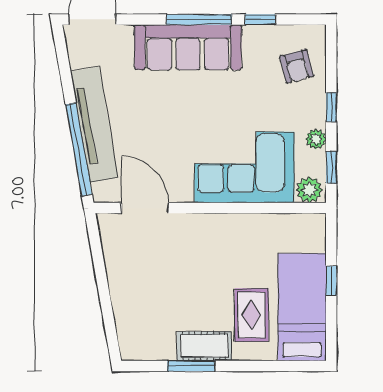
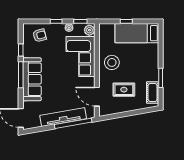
door: (145, 208) -> (97, 97), hinge flipped
stool: (229, 245) -> (112, 62), added
rug: (251, 315) -> (124, 90), moved
cot: (204, 346) -> (153, 92), moved

